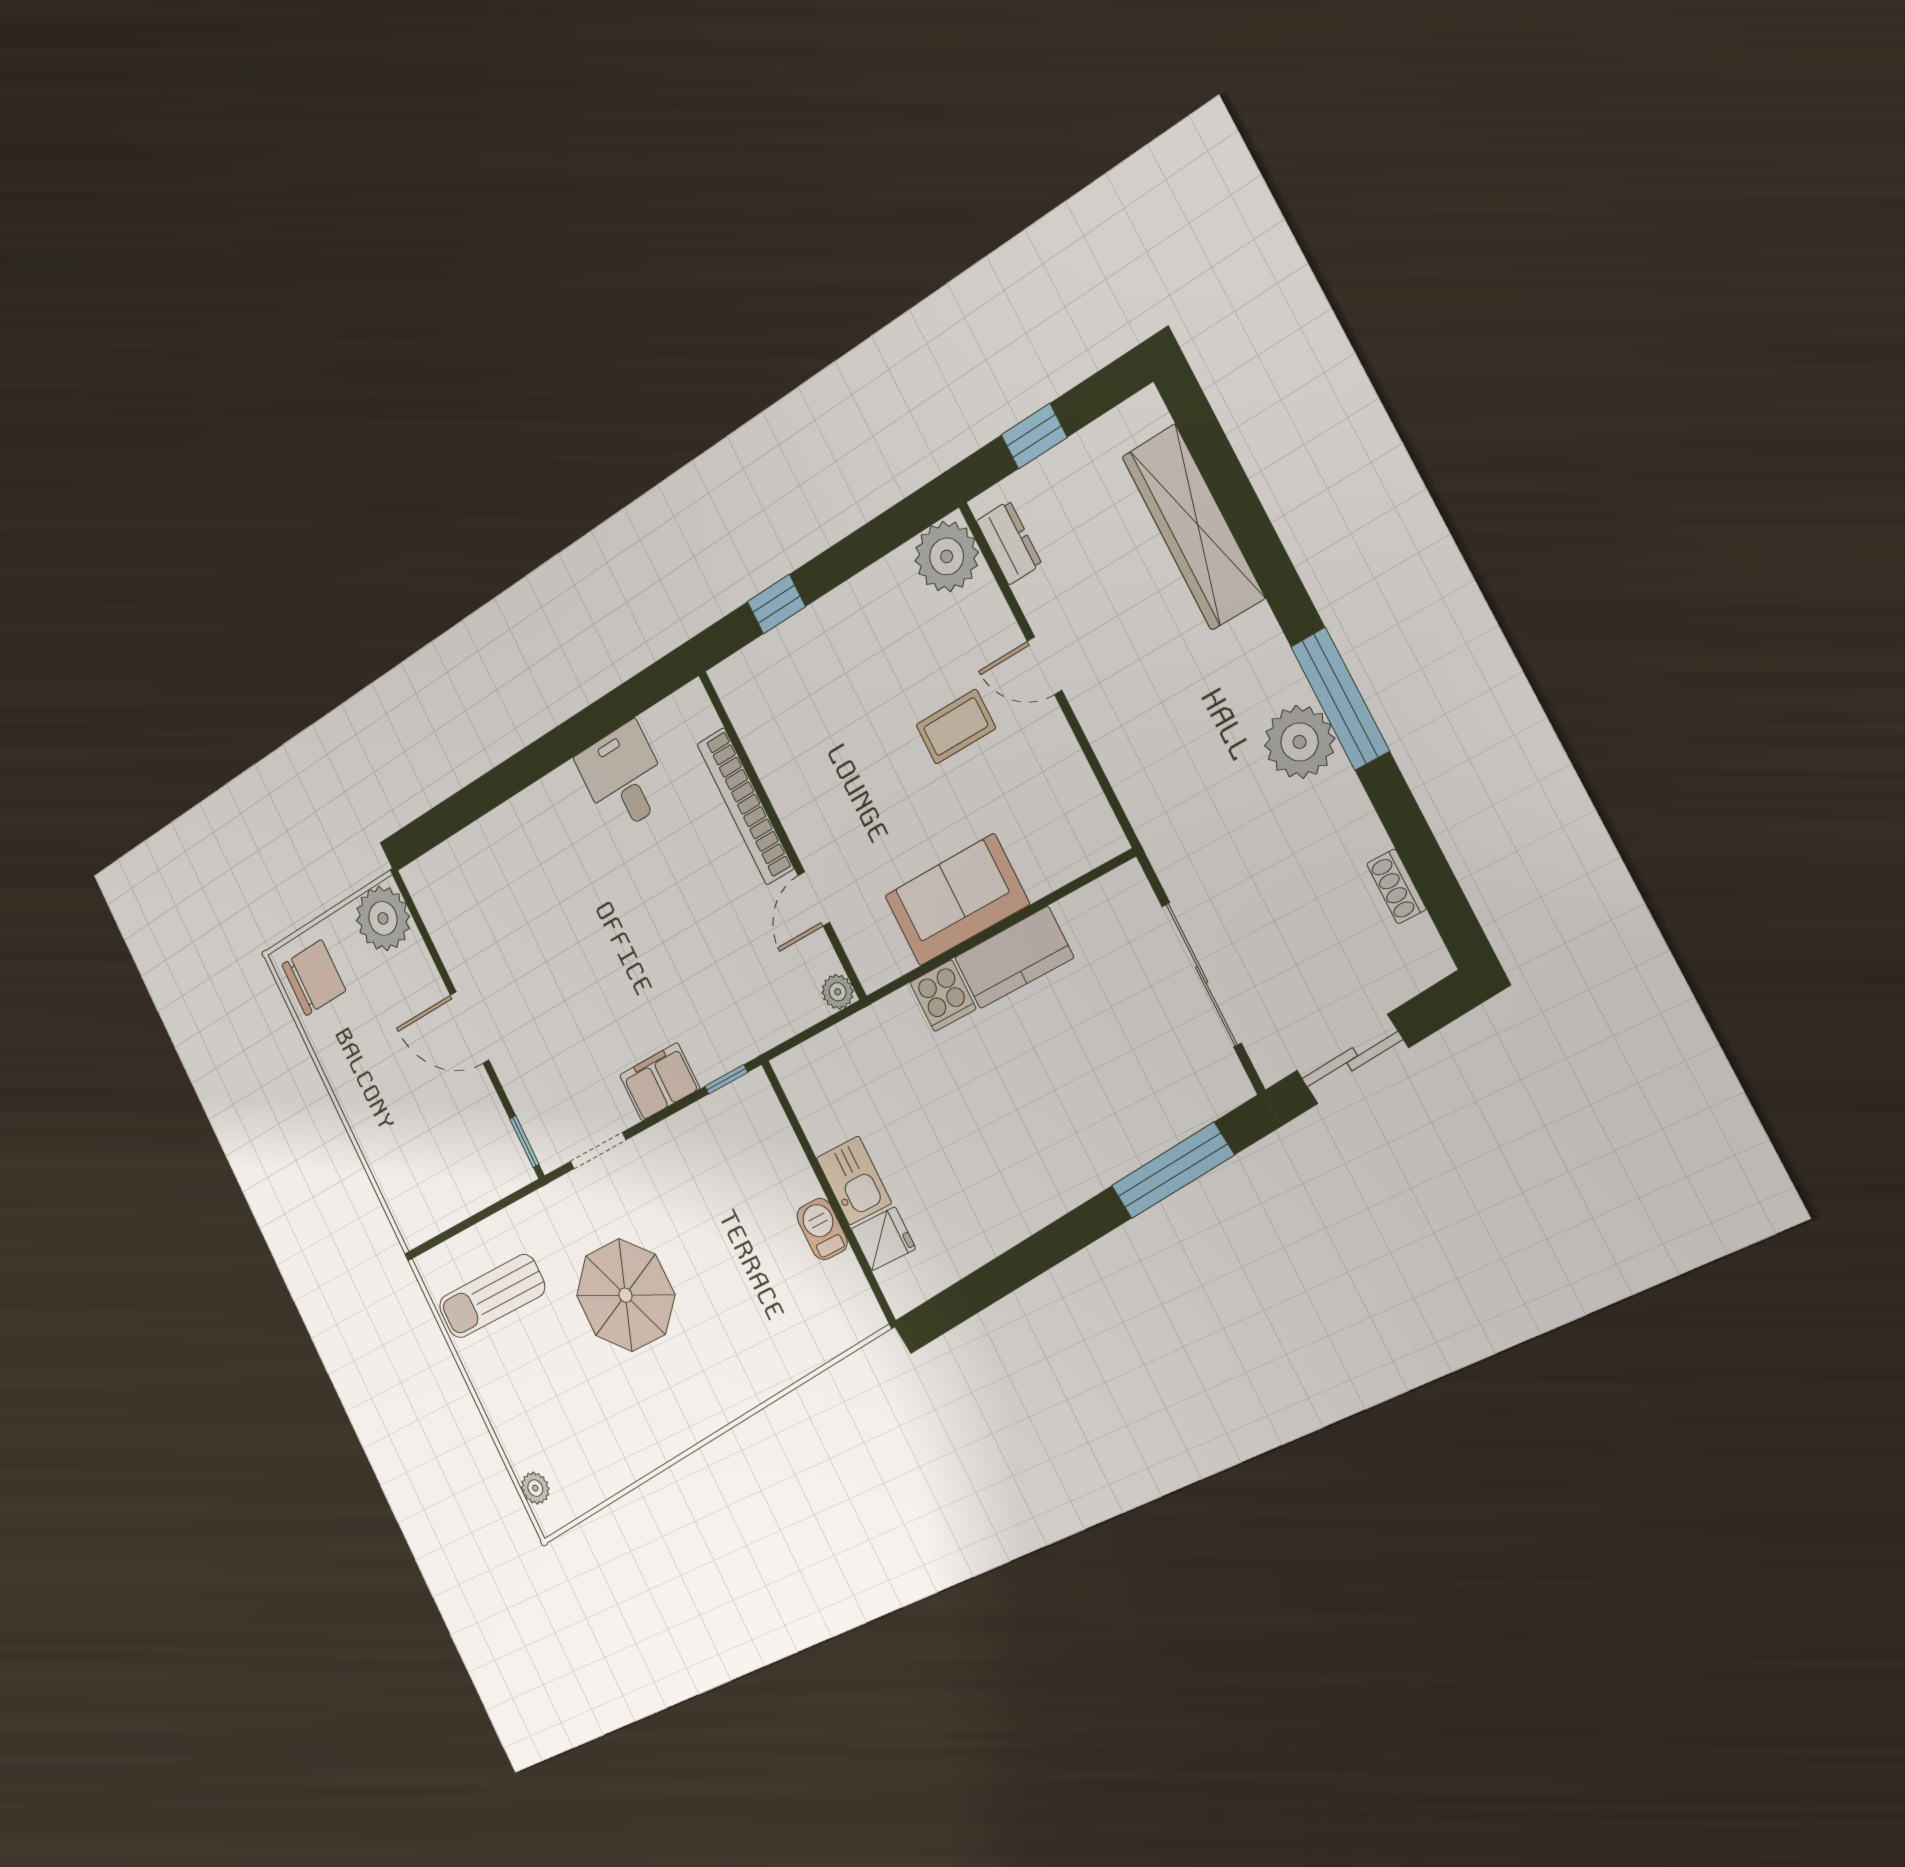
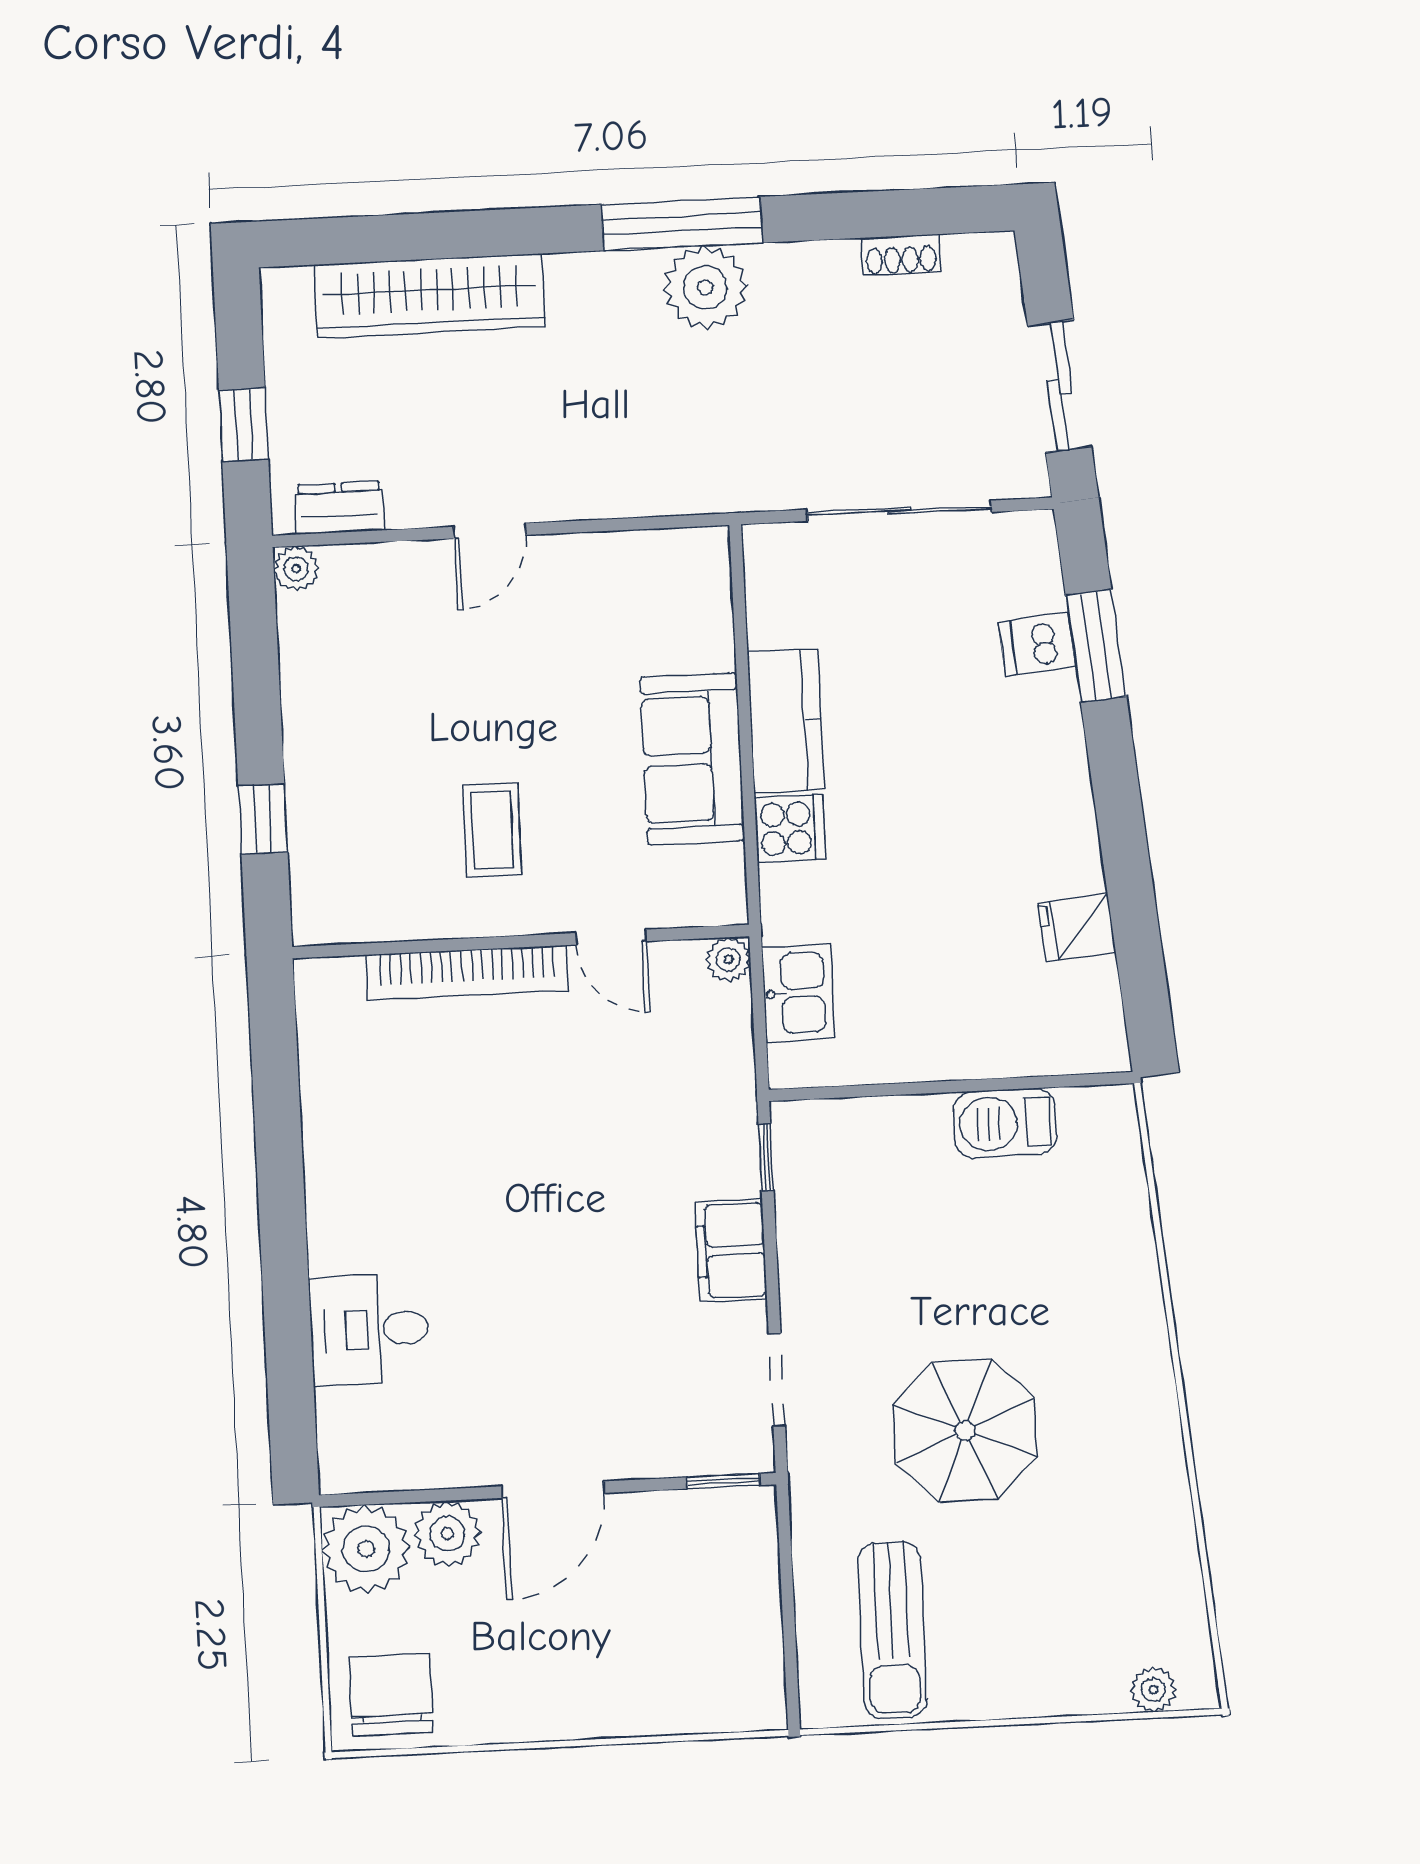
plant: (947, 556) -> (296, 569), width x0.53, depth x0.53
coffee table: (956, 727) -> (492, 830), moved
desk: (623, 778) -> (369, 1329), moved
plant: (415, 969) -> (447, 1534), added
dishwasher: (1153, 1125) -> (1037, 644), added
window: (1172, 1170) -> (1096, 646), width x0.69
kitchen sink: (854, 1181) -> (798, 993), moved, turned 90
barbecue: (822, 1229) -> (1005, 1123), width x1.38, depth x1.27
fridge: (883, 1239) -> (1077, 927), moved, turned -95

